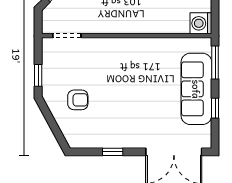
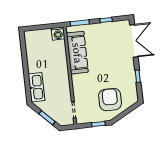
sofa: (196, 89) -> (77, 53), moved, turned -90
armchair: (78, 100) -> (110, 100), width x1.88, depth x1.88

